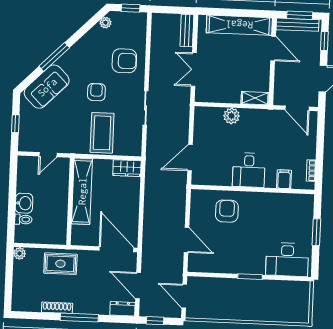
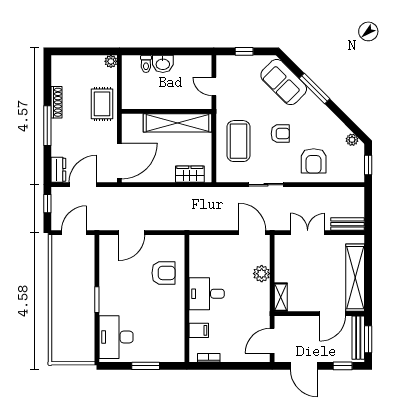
coffee table: (102, 133) -> (239, 141), turned 90
door: (190, 158) -> (252, 233), moved
wardrobe: (127, 168) -> (190, 174), moved, turned 90

